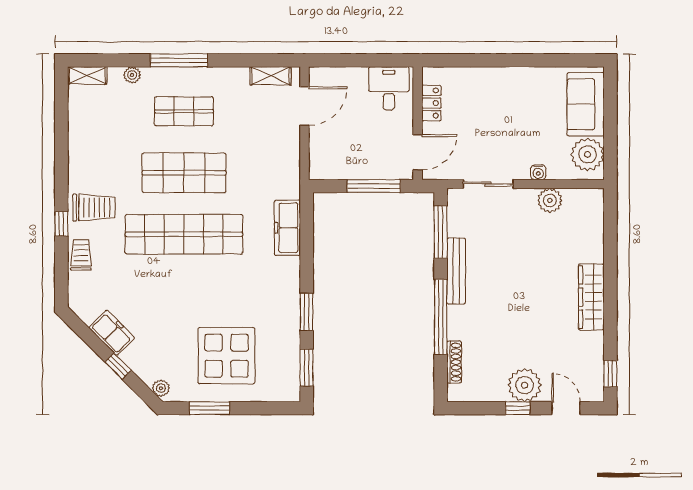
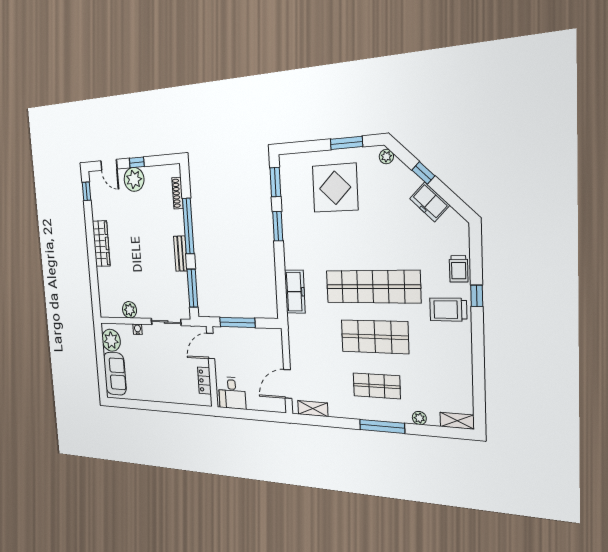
bench: (456, 271) -> (180, 254), width x0.73

